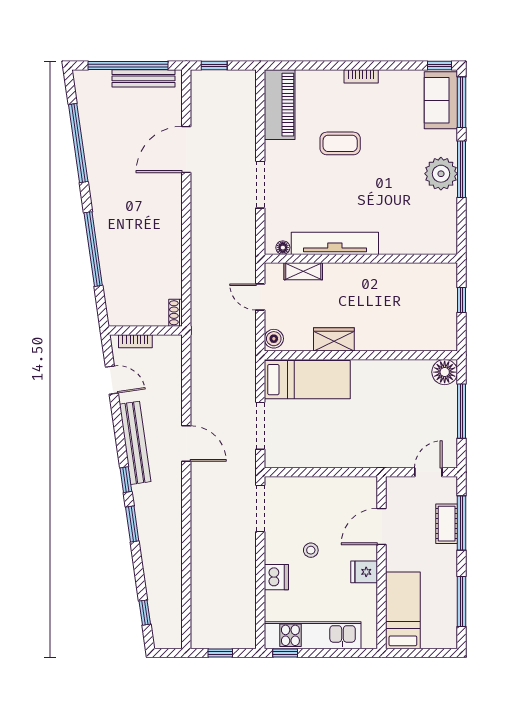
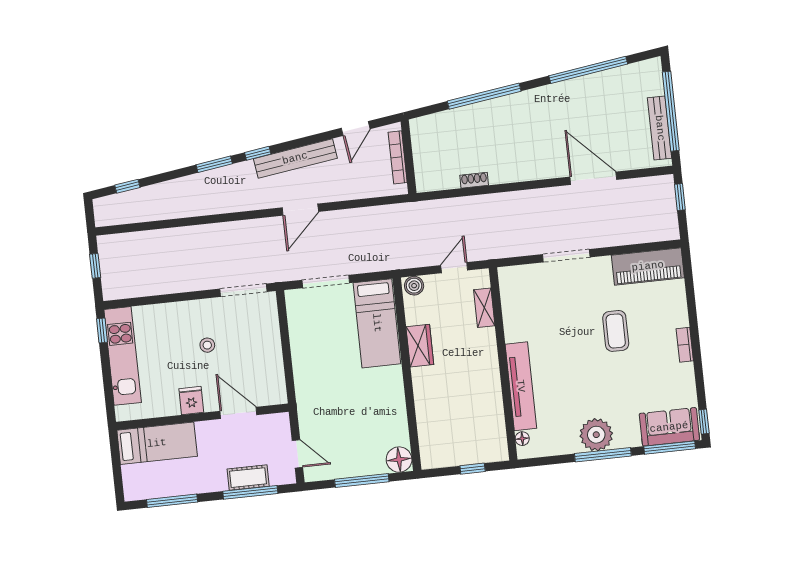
tv unit: (335, 243) -> (521, 386), moved
floor lamp: (283, 248) -> (522, 439), moved
shoe rack: (176, 313) -> (474, 180), moved
bookcase: (135, 341) -> (398, 157), width x1.56
dishwasher: (276, 577) -> (177, 314), removed

